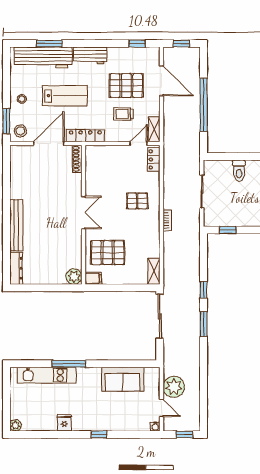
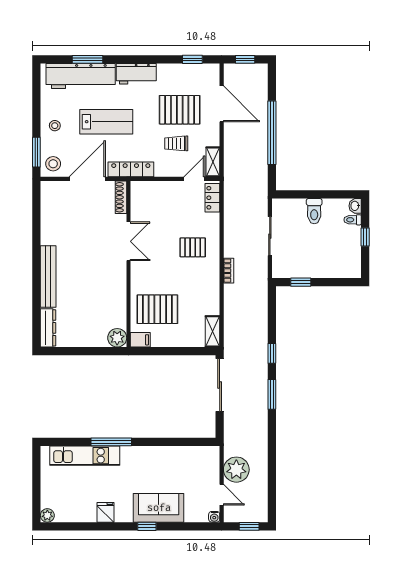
double door: (83, 213) -> (128, 241), moved
sofa: (123, 379) -> (159, 508), moved, turned 180

